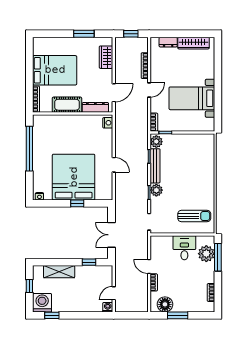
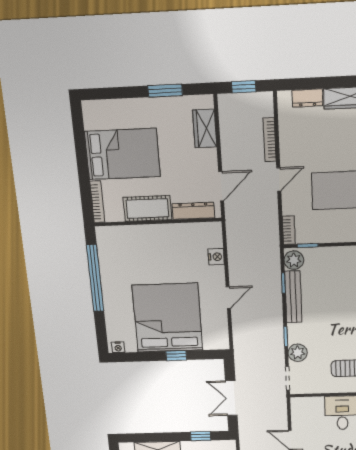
nightstand: (108, 123) -> (216, 257), moved
door: (114, 165) -> (228, 298), hinge flipped
plant: (156, 190) -> (298, 353), moved

